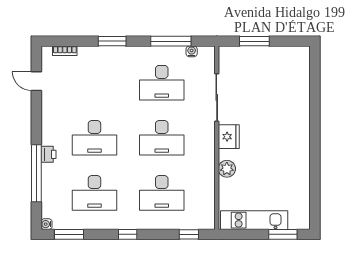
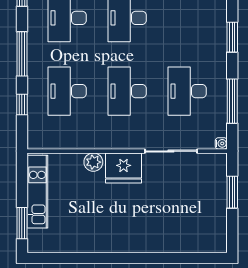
water cooler: (192, 51) -> (221, 143), moved
fridge: (229, 137) -> (124, 168), width x1.36, depth x1.34
window: (128, 234) -> (22, 54), width x2.17
window: (189, 234) -> (22, 104), moved

